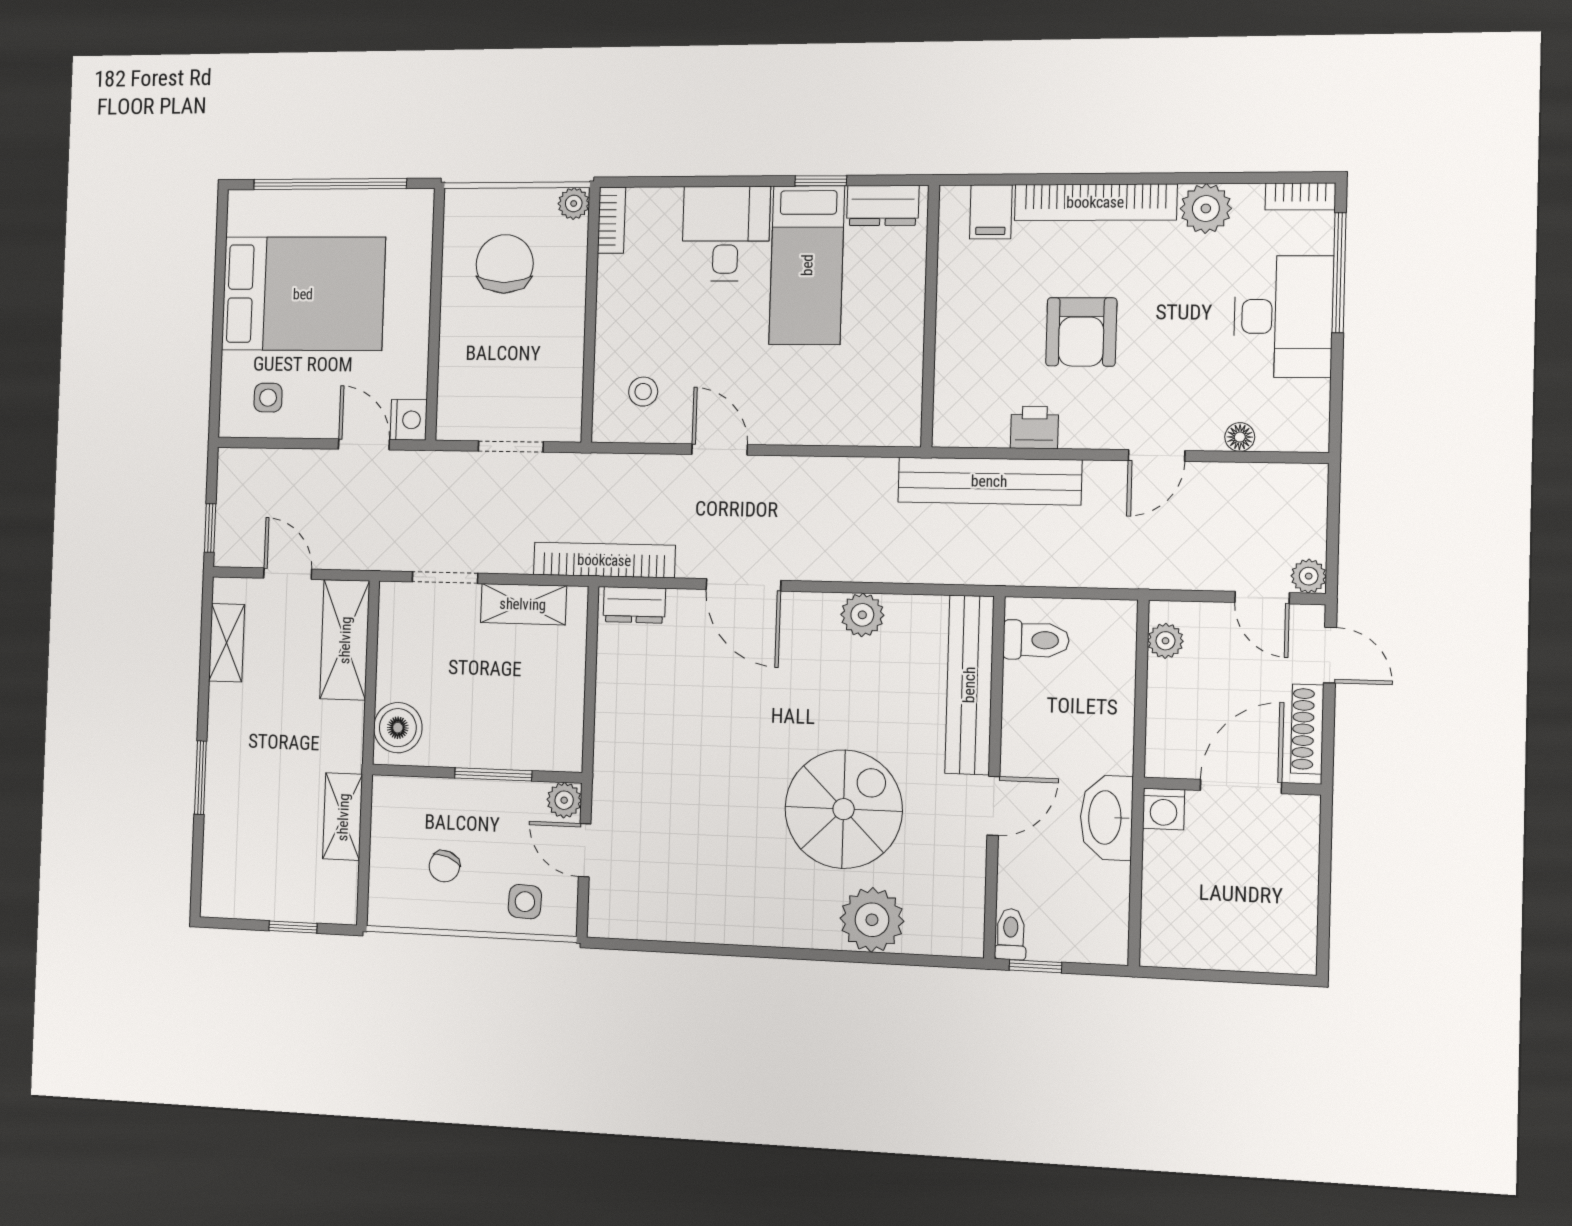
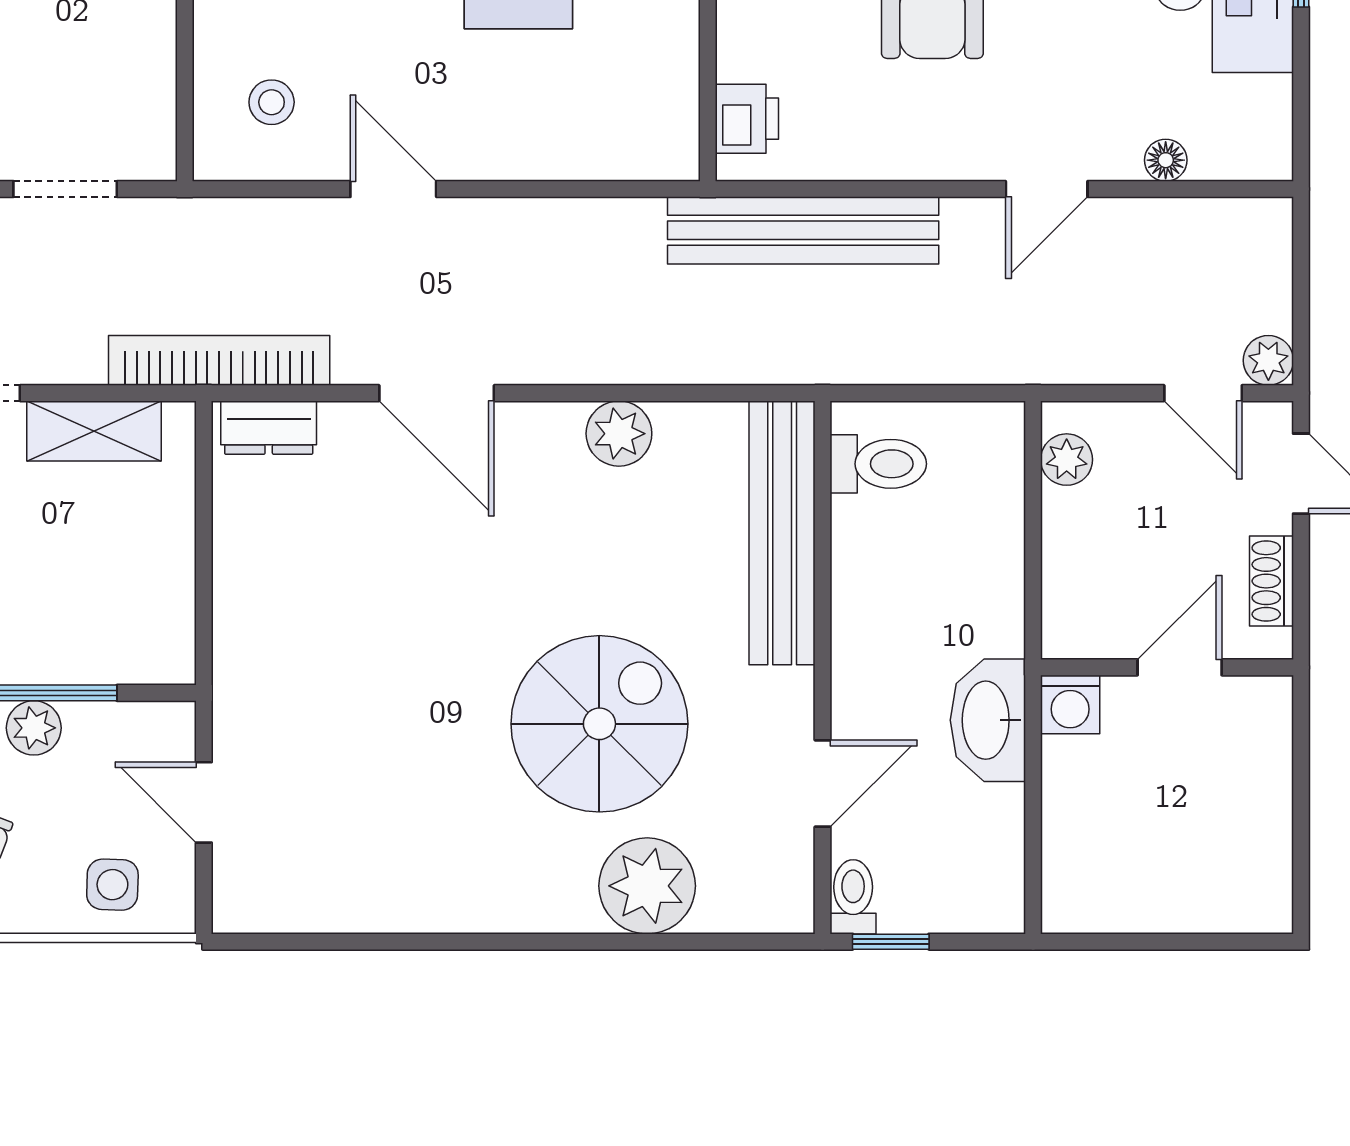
printer: (1034, 427) -> (747, 119), moved, turned 90
shoe rack: (1307, 729) -> (1271, 581), width x0.70
door: (1241, 787) -> (1180, 667), width x0.73
plant: (564, 800) -> (34, 728), moved
door: (993, 806) -> (823, 784), moved

